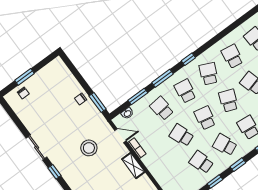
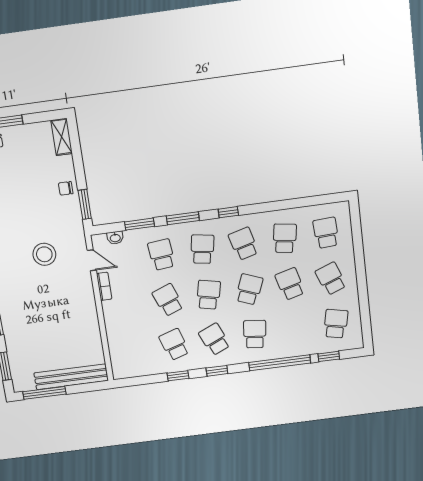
school desk: (209, 74) -> (243, 244), turned -39
shelving: (133, 166) -> (62, 137), moved

